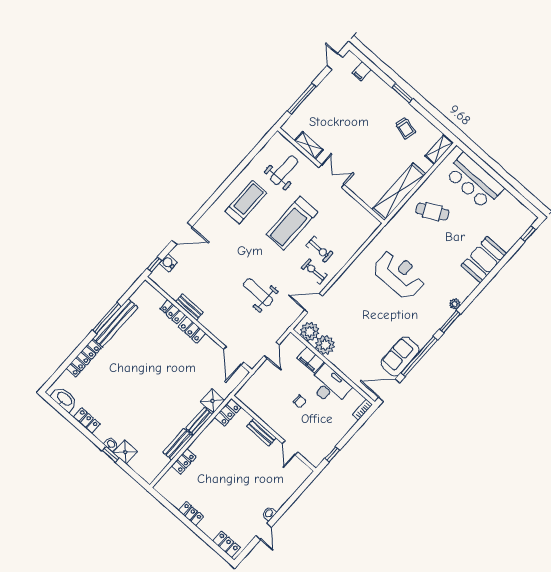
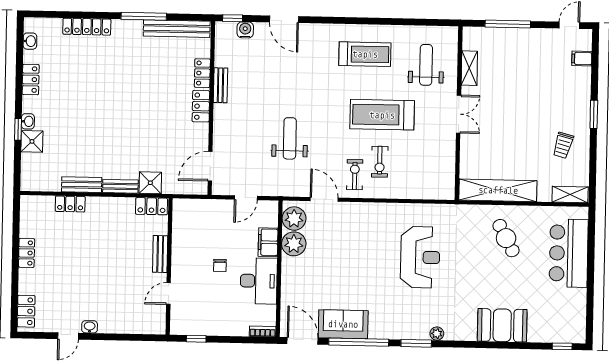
weight bench: (284, 170) -> (426, 65), turned -90
bench: (115, 323) -> (177, 29), moved
washbasin: (64, 399) -> (30, 41), width x0.52, depth x0.69

